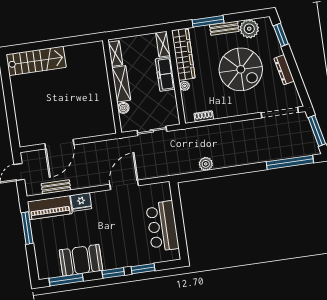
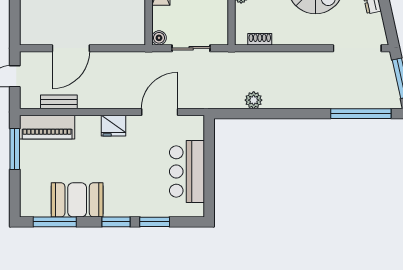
boiler: (123, 108) -> (159, 38), moved
door: (124, 185) -> (160, 112), moved
fridge: (81, 202) -> (114, 126), moved

